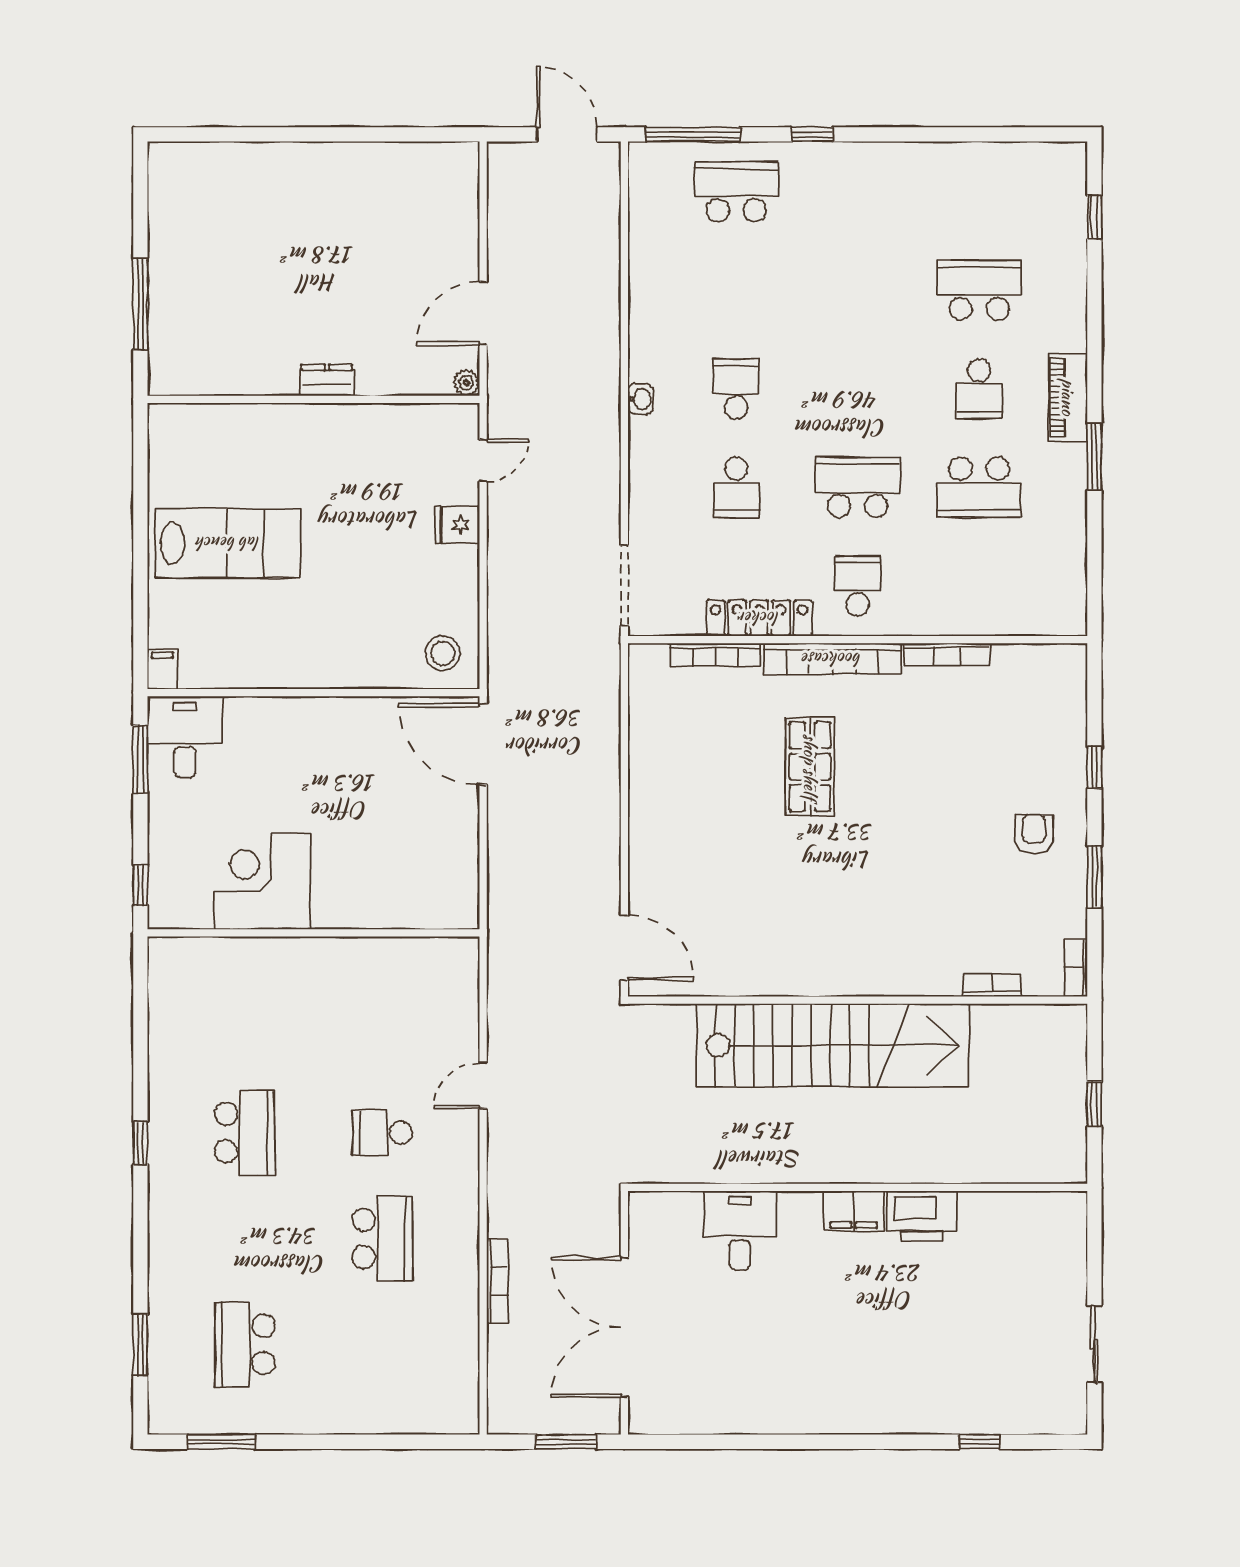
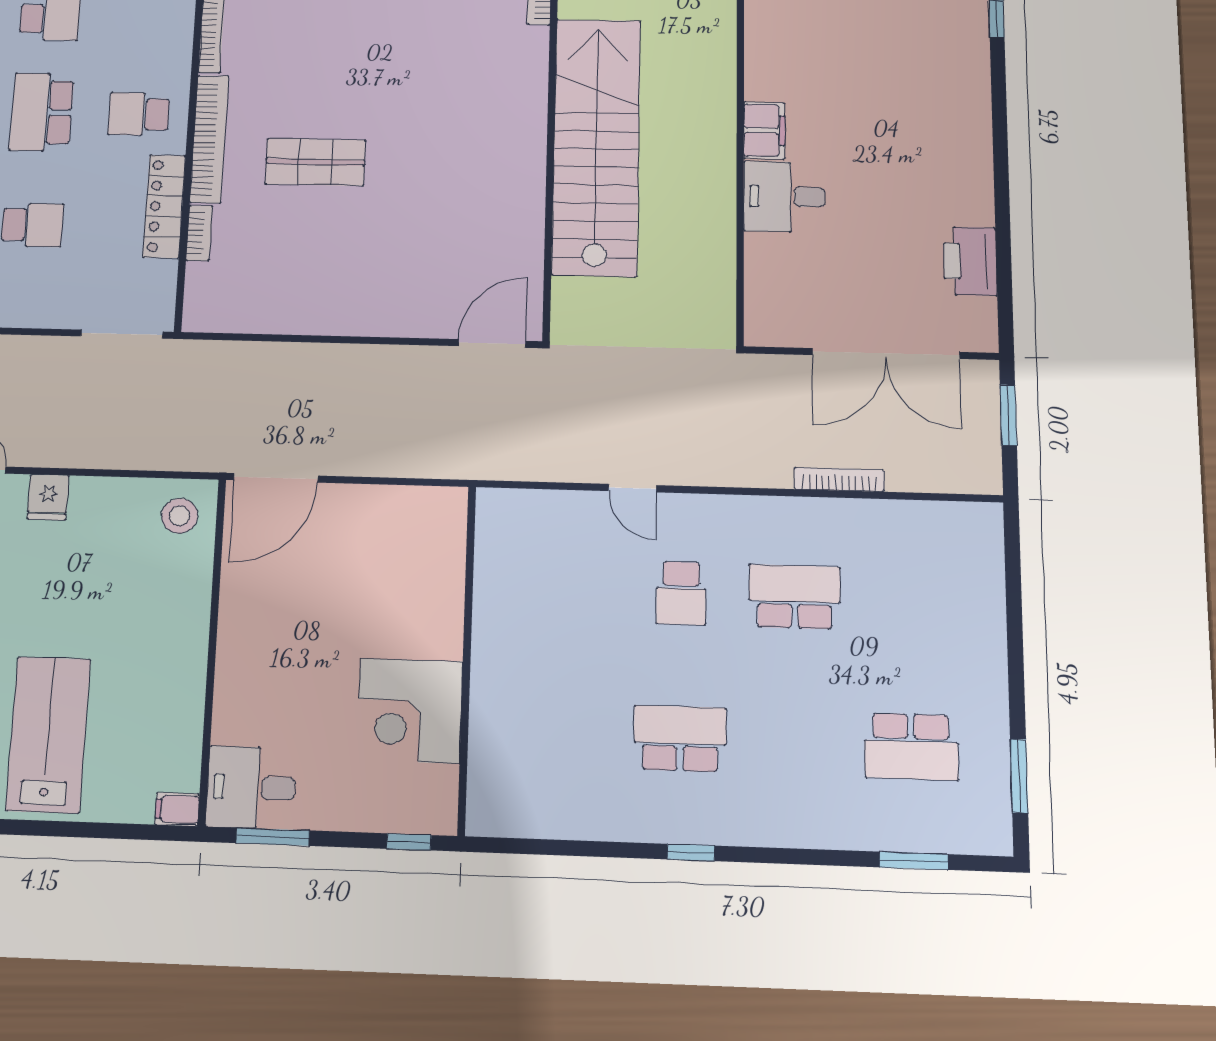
bookcase: (715, 655) -> (199, 233), width x0.64
printer: (922, 1216) -> (970, 261), moved, turned 180
desk: (740, 1230) -> (784, 197), moved

